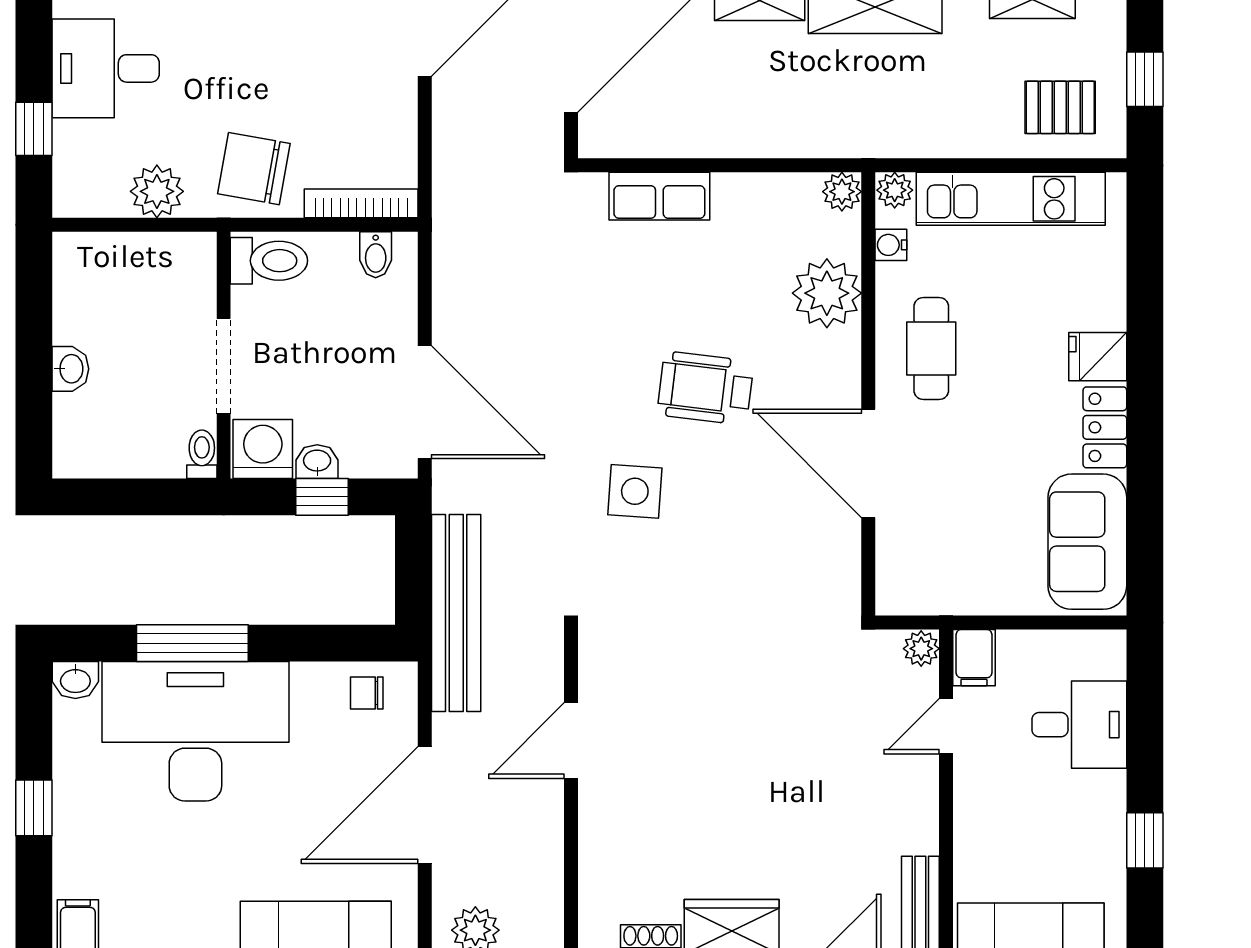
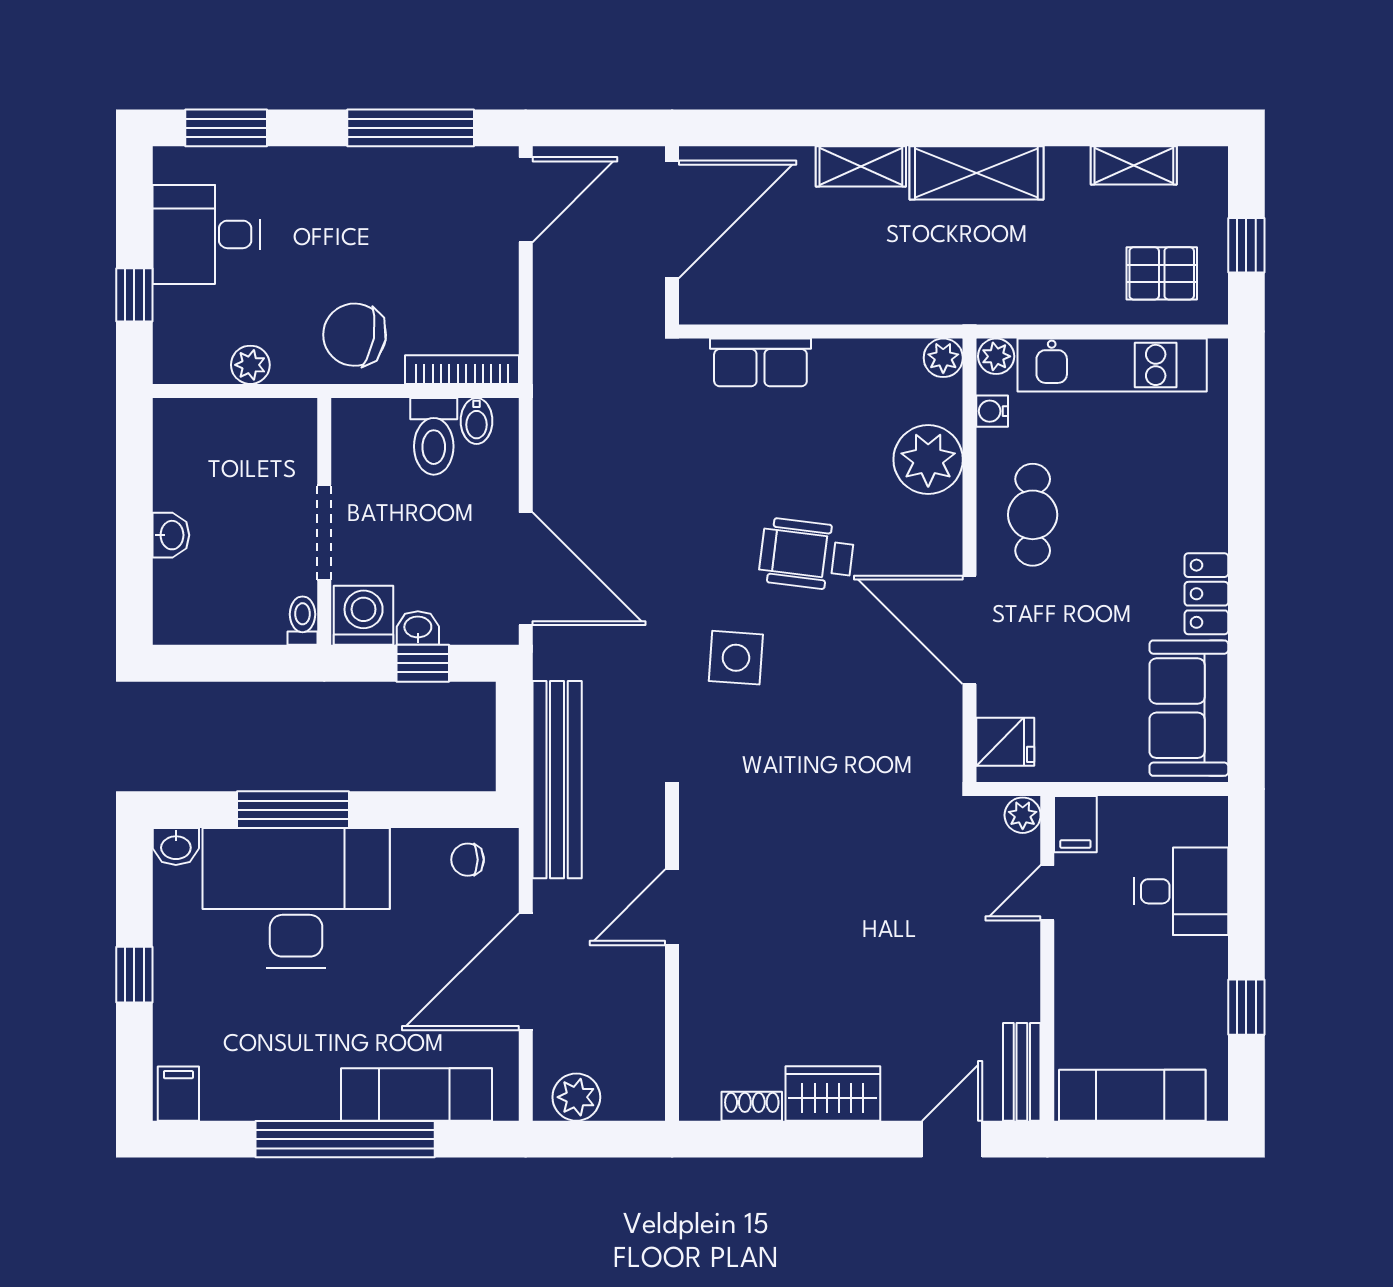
plant: (157, 191) -> (250, 365), width x0.73, depth x0.73
toilet: (269, 261) -> (434, 436), moved, turned 90
fridge: (1098, 357) -> (1005, 742), moved, turned 180

